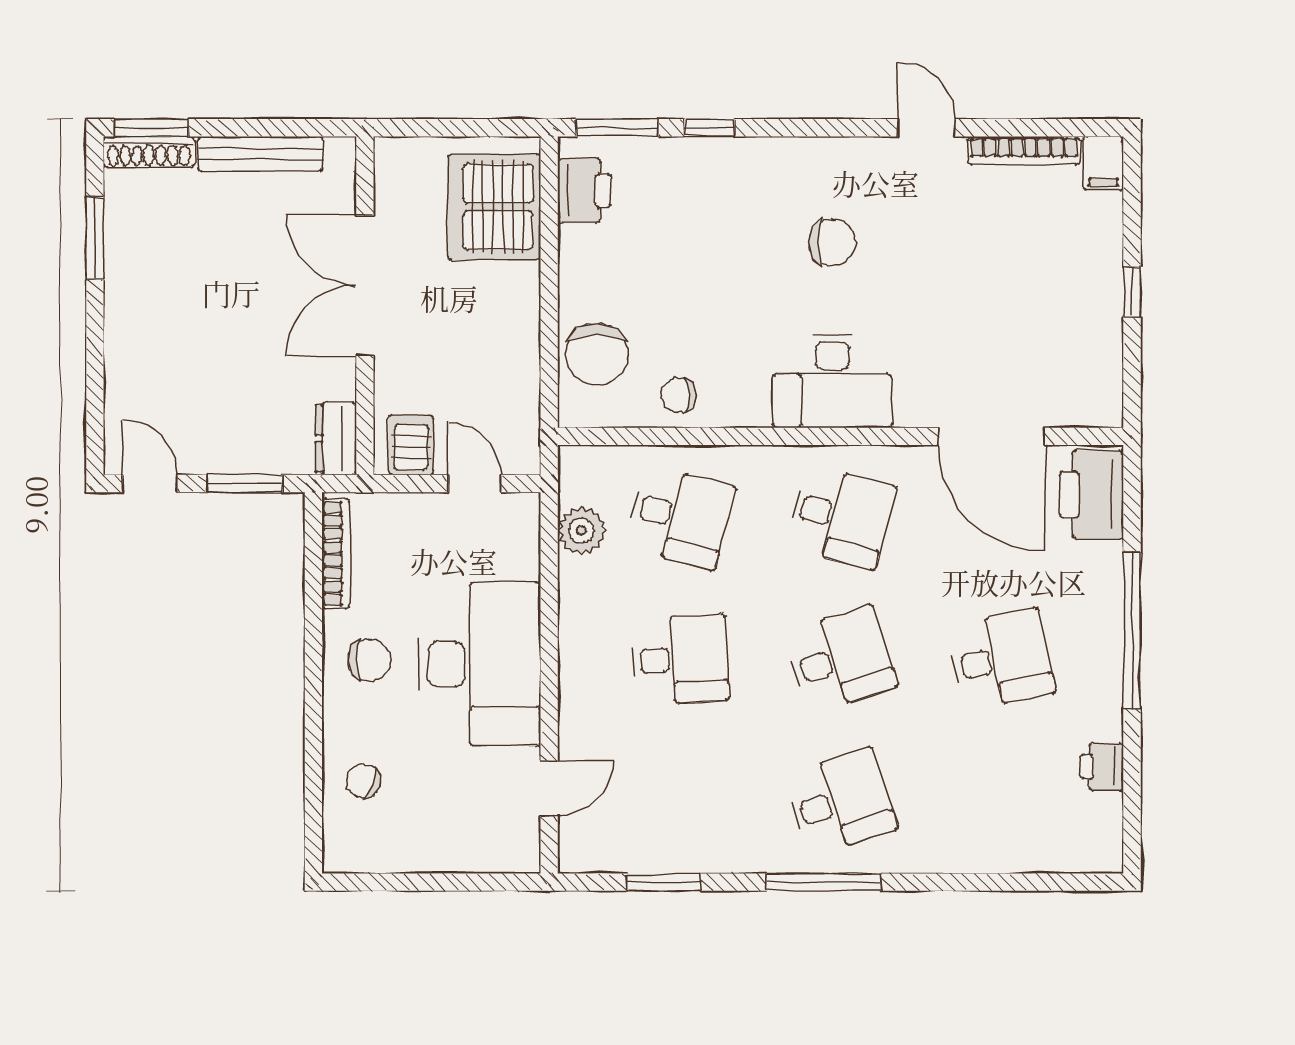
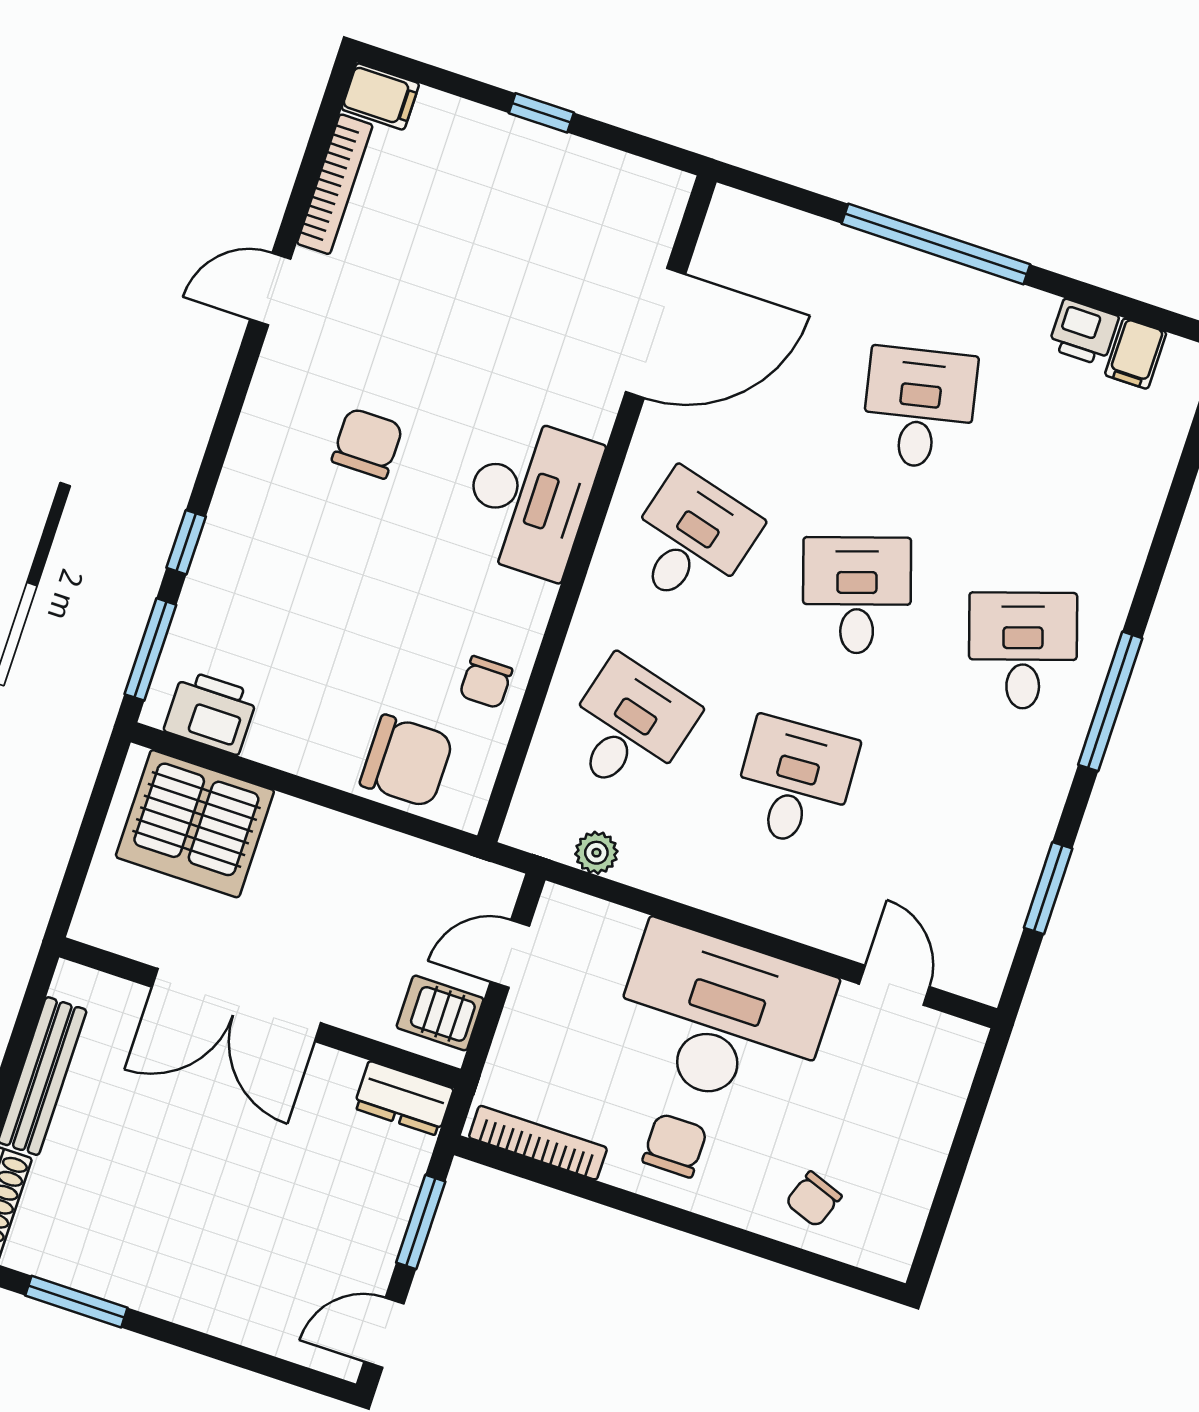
printer: (1092, 495) -> (762, 239), removed
plant: (581, 531) -> (596, 853), width x0.73, depth x0.73
filing cabinet: (1099, 812) -> (1136, 354), added

